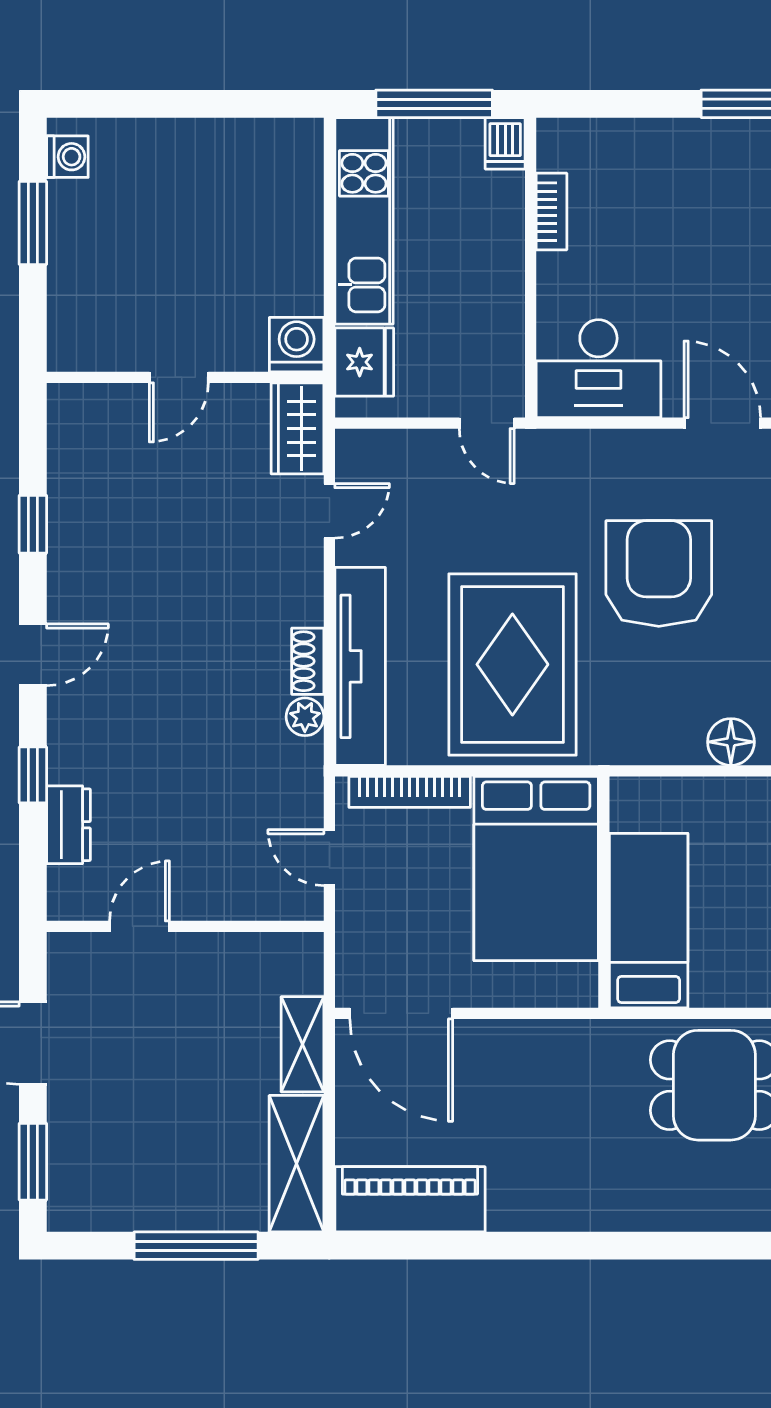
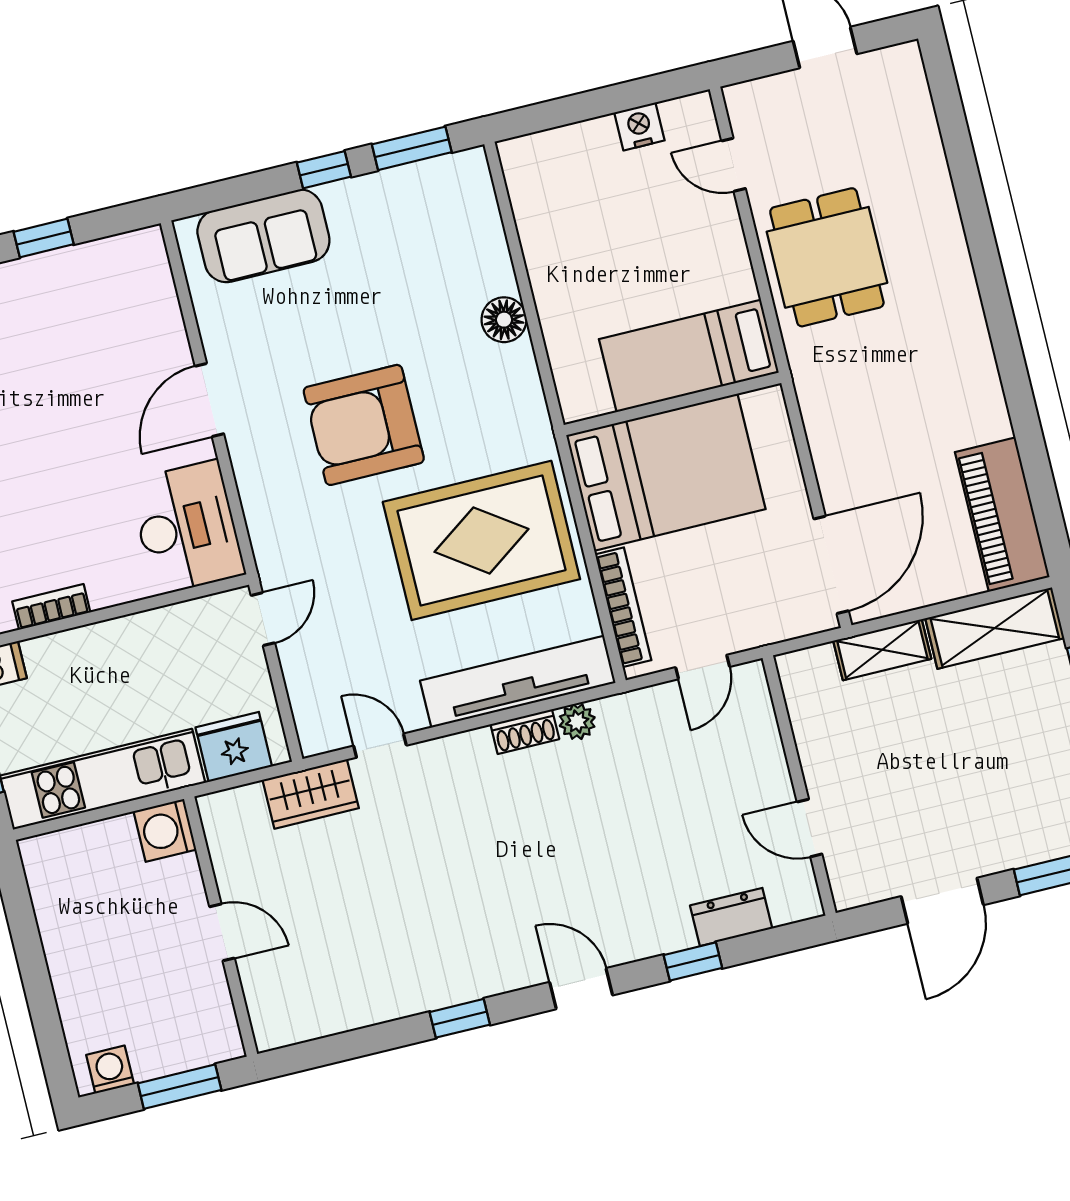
washing machine: (297, 345) -> (165, 830), moved
door: (179, 377) -> (222, 932), moved
wall: (185, 377) -> (221, 927), moved

